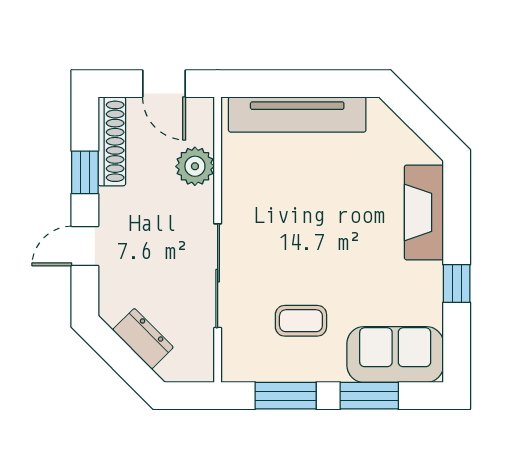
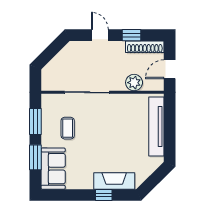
window: (457, 284) -> (104, 195), moved
dresser: (143, 339) -> (60, 60), removed

